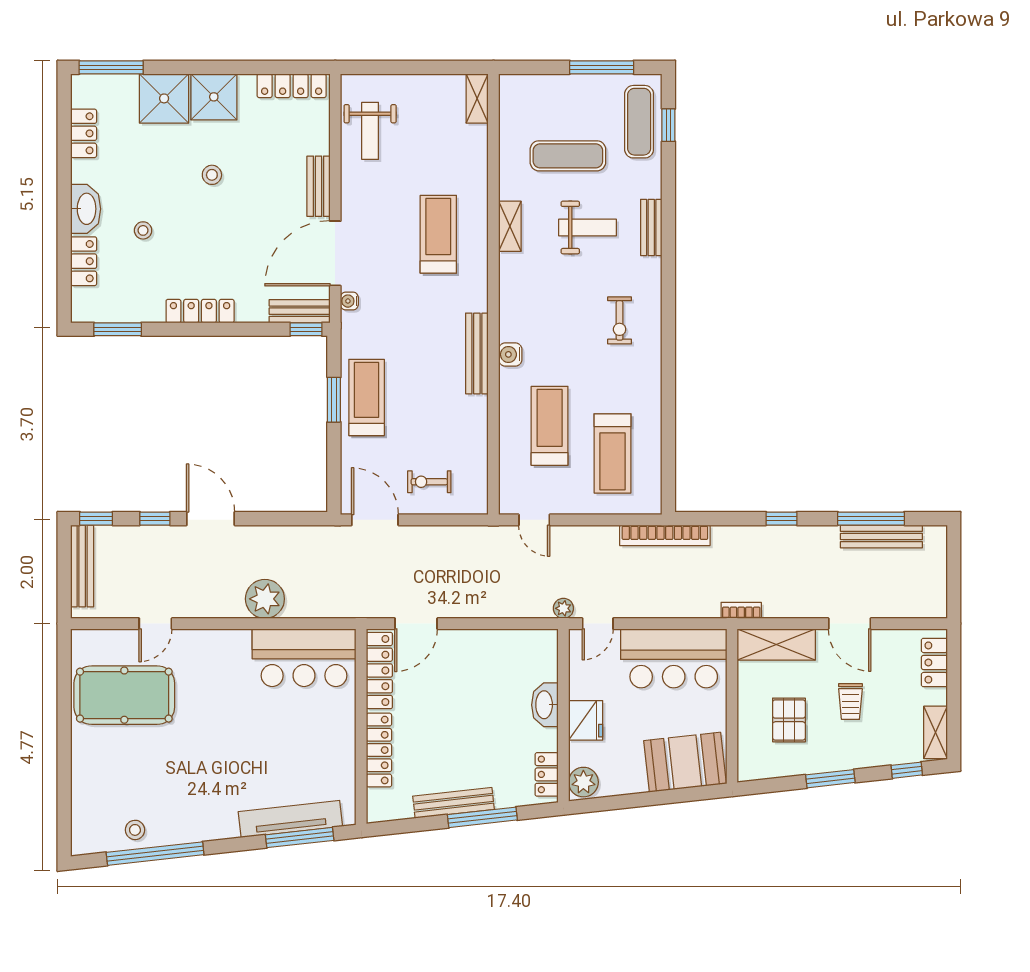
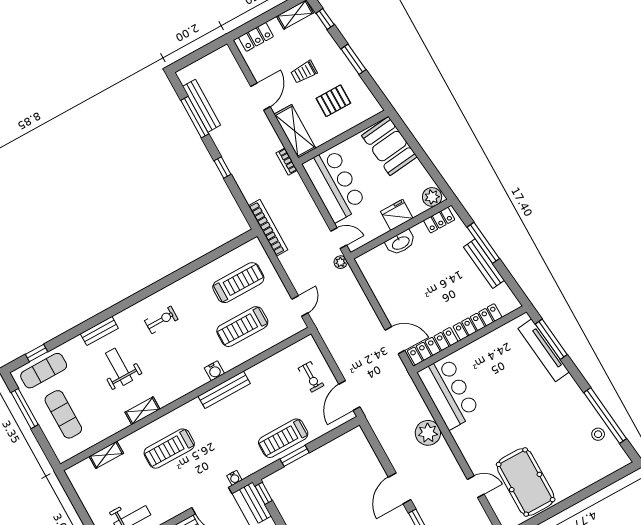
shelving: (477, 98) -> (106, 455), moved
exercise mat: (568, 156) -> (63, 414), moved
trolley: (850, 702) -> (304, 72), turned 180

